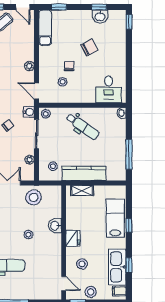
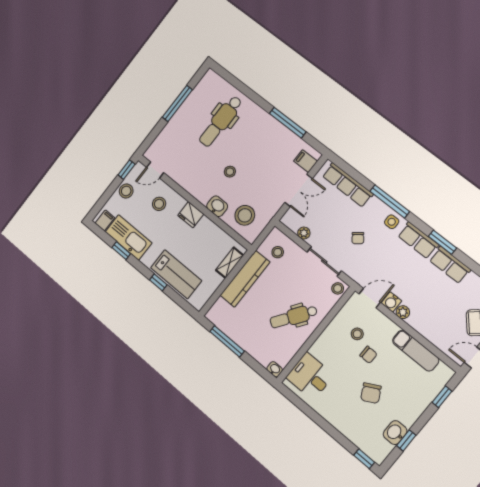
exam couch: (45, 28) -> (416, 351), moved
water cooler: (29, 112) -> (391, 302), moved
stool: (34, 197) -> (245, 215), moved

